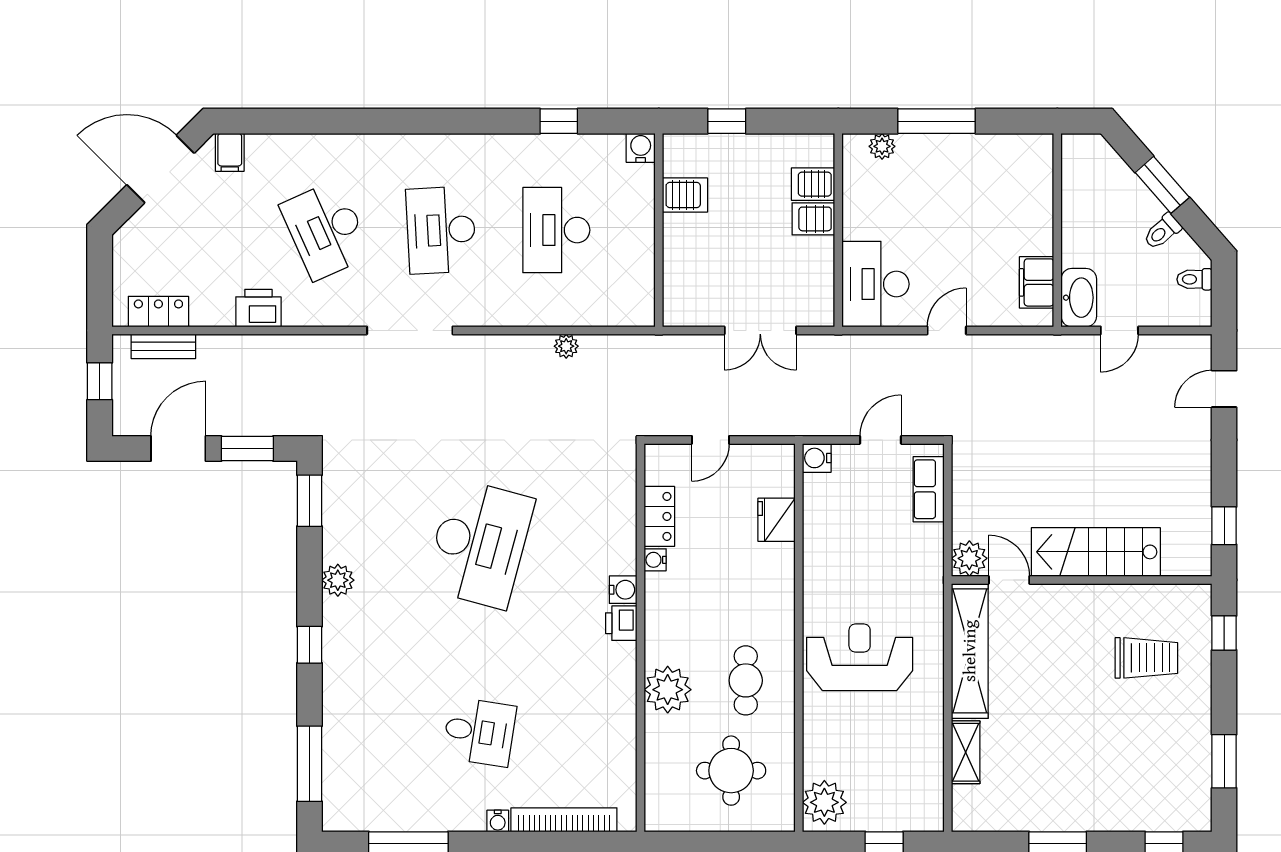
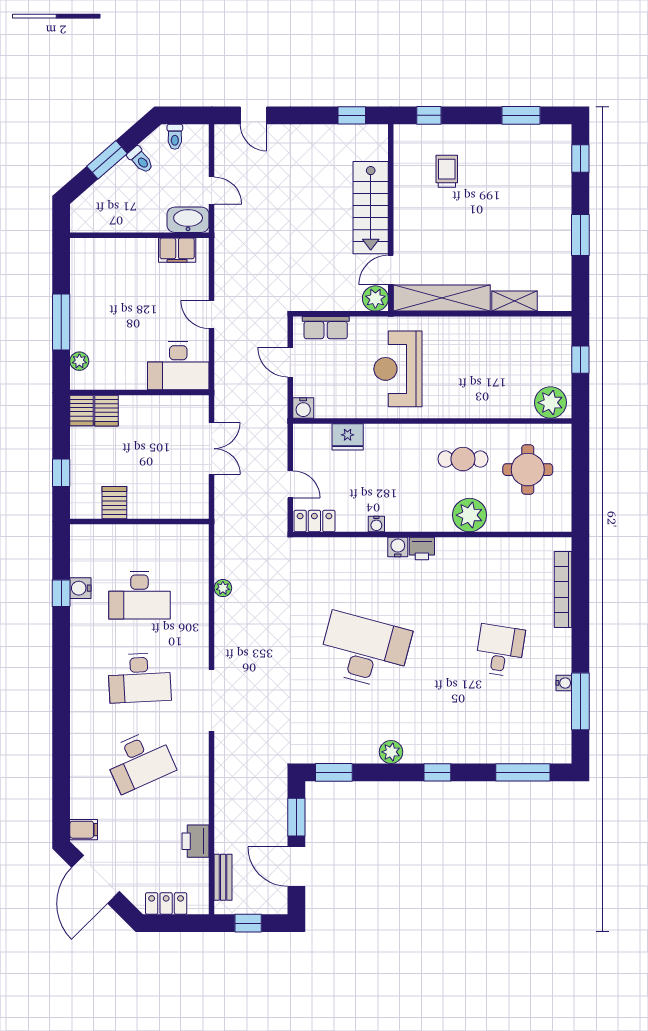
water cooler: (641, 148) -> (80, 588), moved
server rack: (813, 219) -> (82, 410), moved
printer: (258, 308) -> (196, 841), moved
locker: (158, 312) -> (166, 903), moved, turned 90
locker: (659, 516) -> (314, 521), moved
reception desk: (860, 657) -> (398, 369), moved
trolley: (1146, 658) -> (447, 171), width x0.73, depth x0.72
water cooler: (498, 821) -> (564, 683), moved

